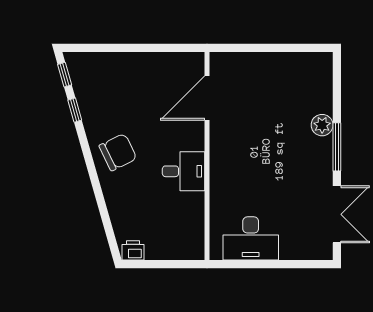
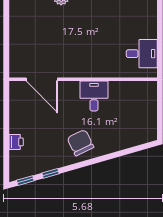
desk: (251, 238) -> (142, 54), width x0.73
printer: (133, 250) -> (16, 142), moved, turned 180

